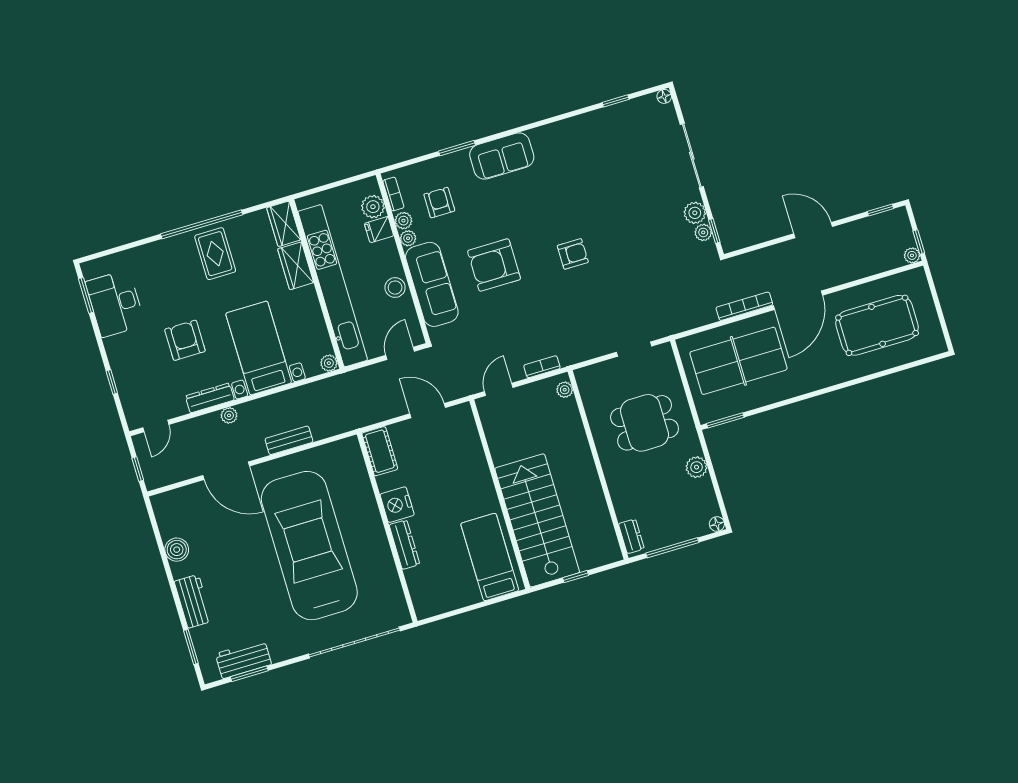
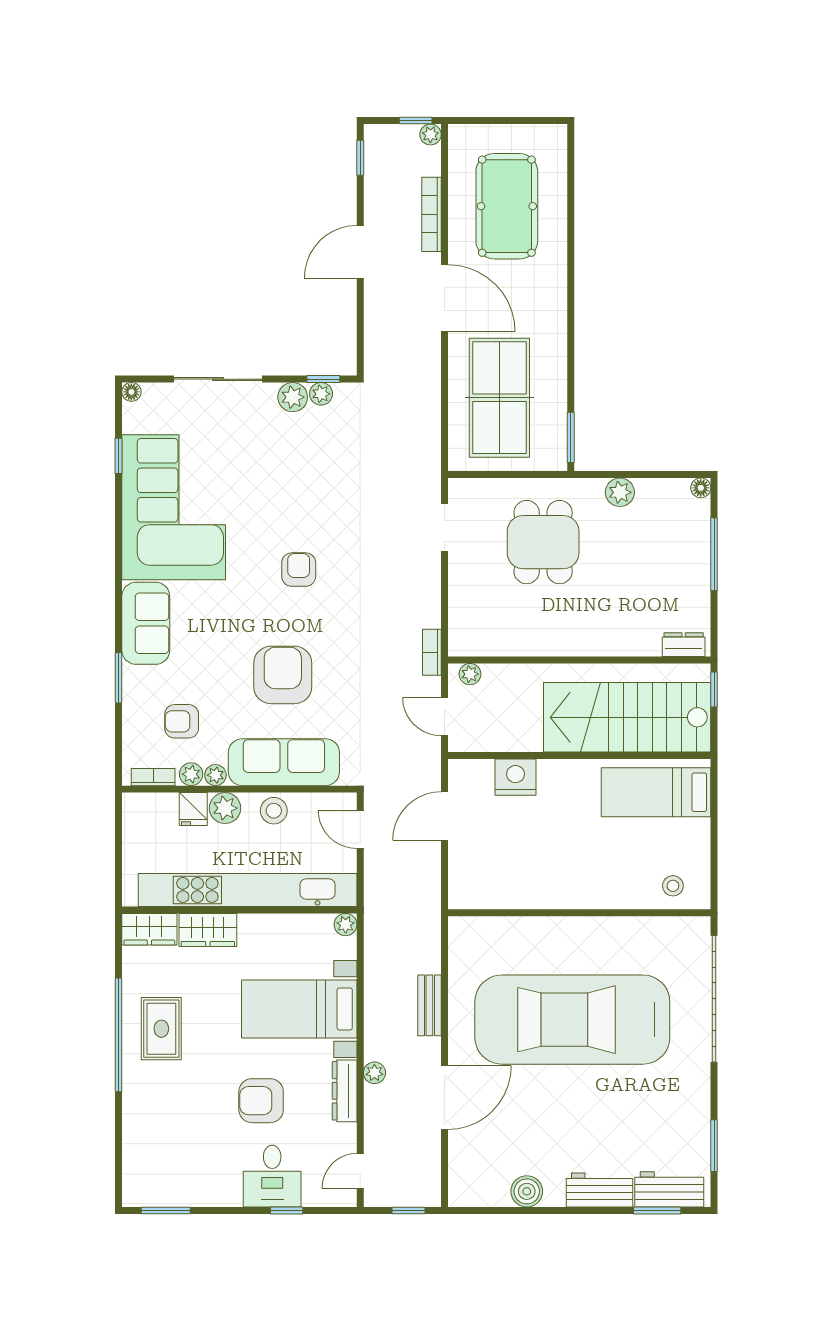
corner sofa: (591, 151) -> (174, 507), added
plant: (373, 207) -> (225, 808), moved
rug: (215, 254) -> (161, 1029), turned 90
armchair: (494, 265) -> (283, 675), turned 180
desk: (115, 303) -> (272, 1176), moved, width x0.73
bookcase: (744, 306) -> (432, 214), moved
plant: (565, 390) -> (470, 674), moved
door: (156, 426) -> (360, 1171), swing flipped
cot: (380, 451) -> (478, 893), removed
wall: (598, 465) -> (579, 660), moved
nightstand: (397, 505) -> (516, 777), moved, turned 180
dresser: (631, 536) -> (684, 645), moved
dresser: (404, 545) -> (608, 897), removed
stool: (426, 589) -> (673, 886), added
workbench: (243, 659) -> (669, 1189), moved, turned 90

